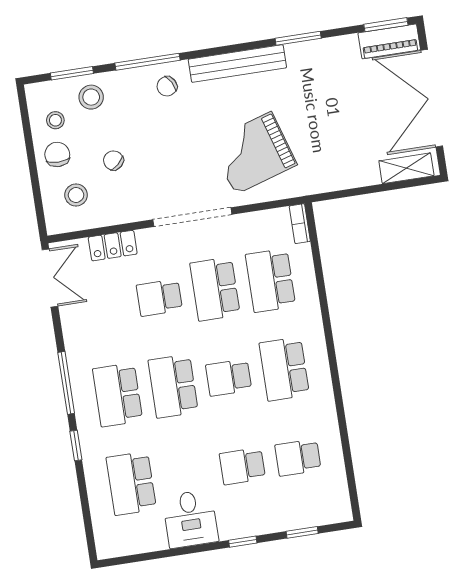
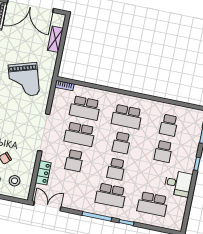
grand piano: (253, 153) -> (24, 80), moved
shelving: (406, 168) -> (55, 39), moved
school desk: (173, 386) -> (116, 169), width x0.54

